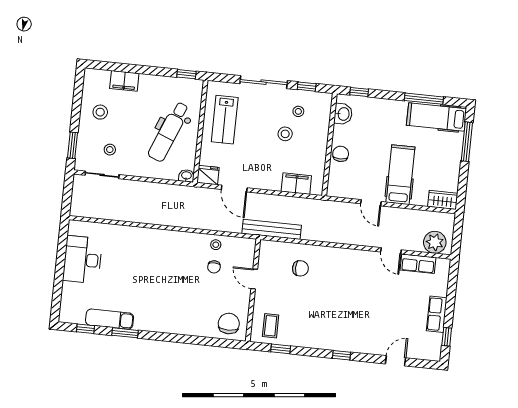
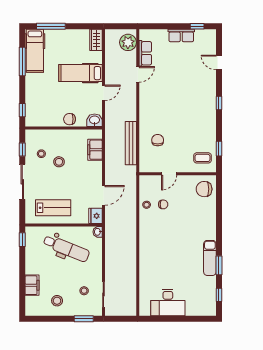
washbasin: (343, 114) -> (95, 120), moved
bench: (272, 229) -> (131, 143), moved
exam couch: (110, 319) -> (210, 258), moved

